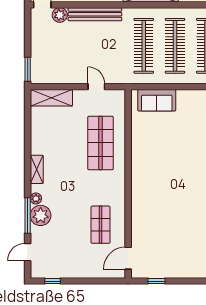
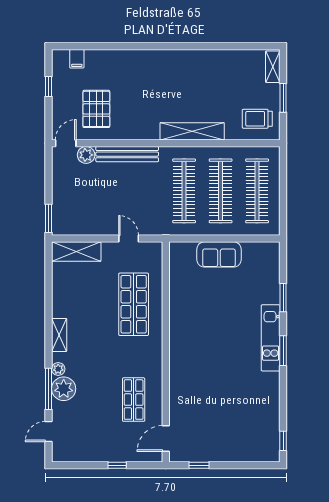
sofa: (157, 100) -> (219, 254), moved
window: (53, 281) -> (117, 465), moved

